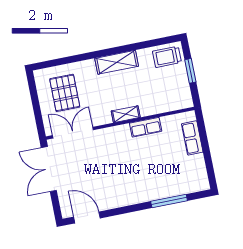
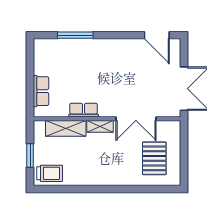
shelving: (117, 62) -> (66, 128), moved
double door: (73, 133) -> (136, 119), moved

